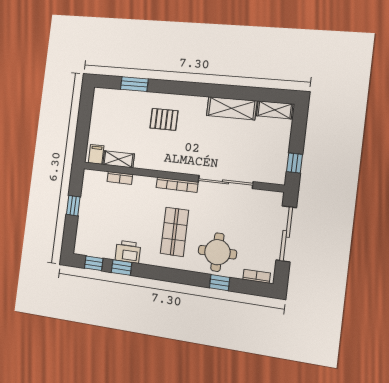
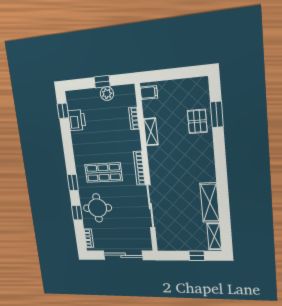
pallet: (164, 119) -> (197, 121), moved
shelving: (119, 159) -> (151, 132), moved
window: (294, 163) -> (197, 256), moved
plant: (87, 203) -> (107, 94), added
printer: (128, 252) -> (77, 120), moved
window: (122, 268) -> (73, 183), moved

